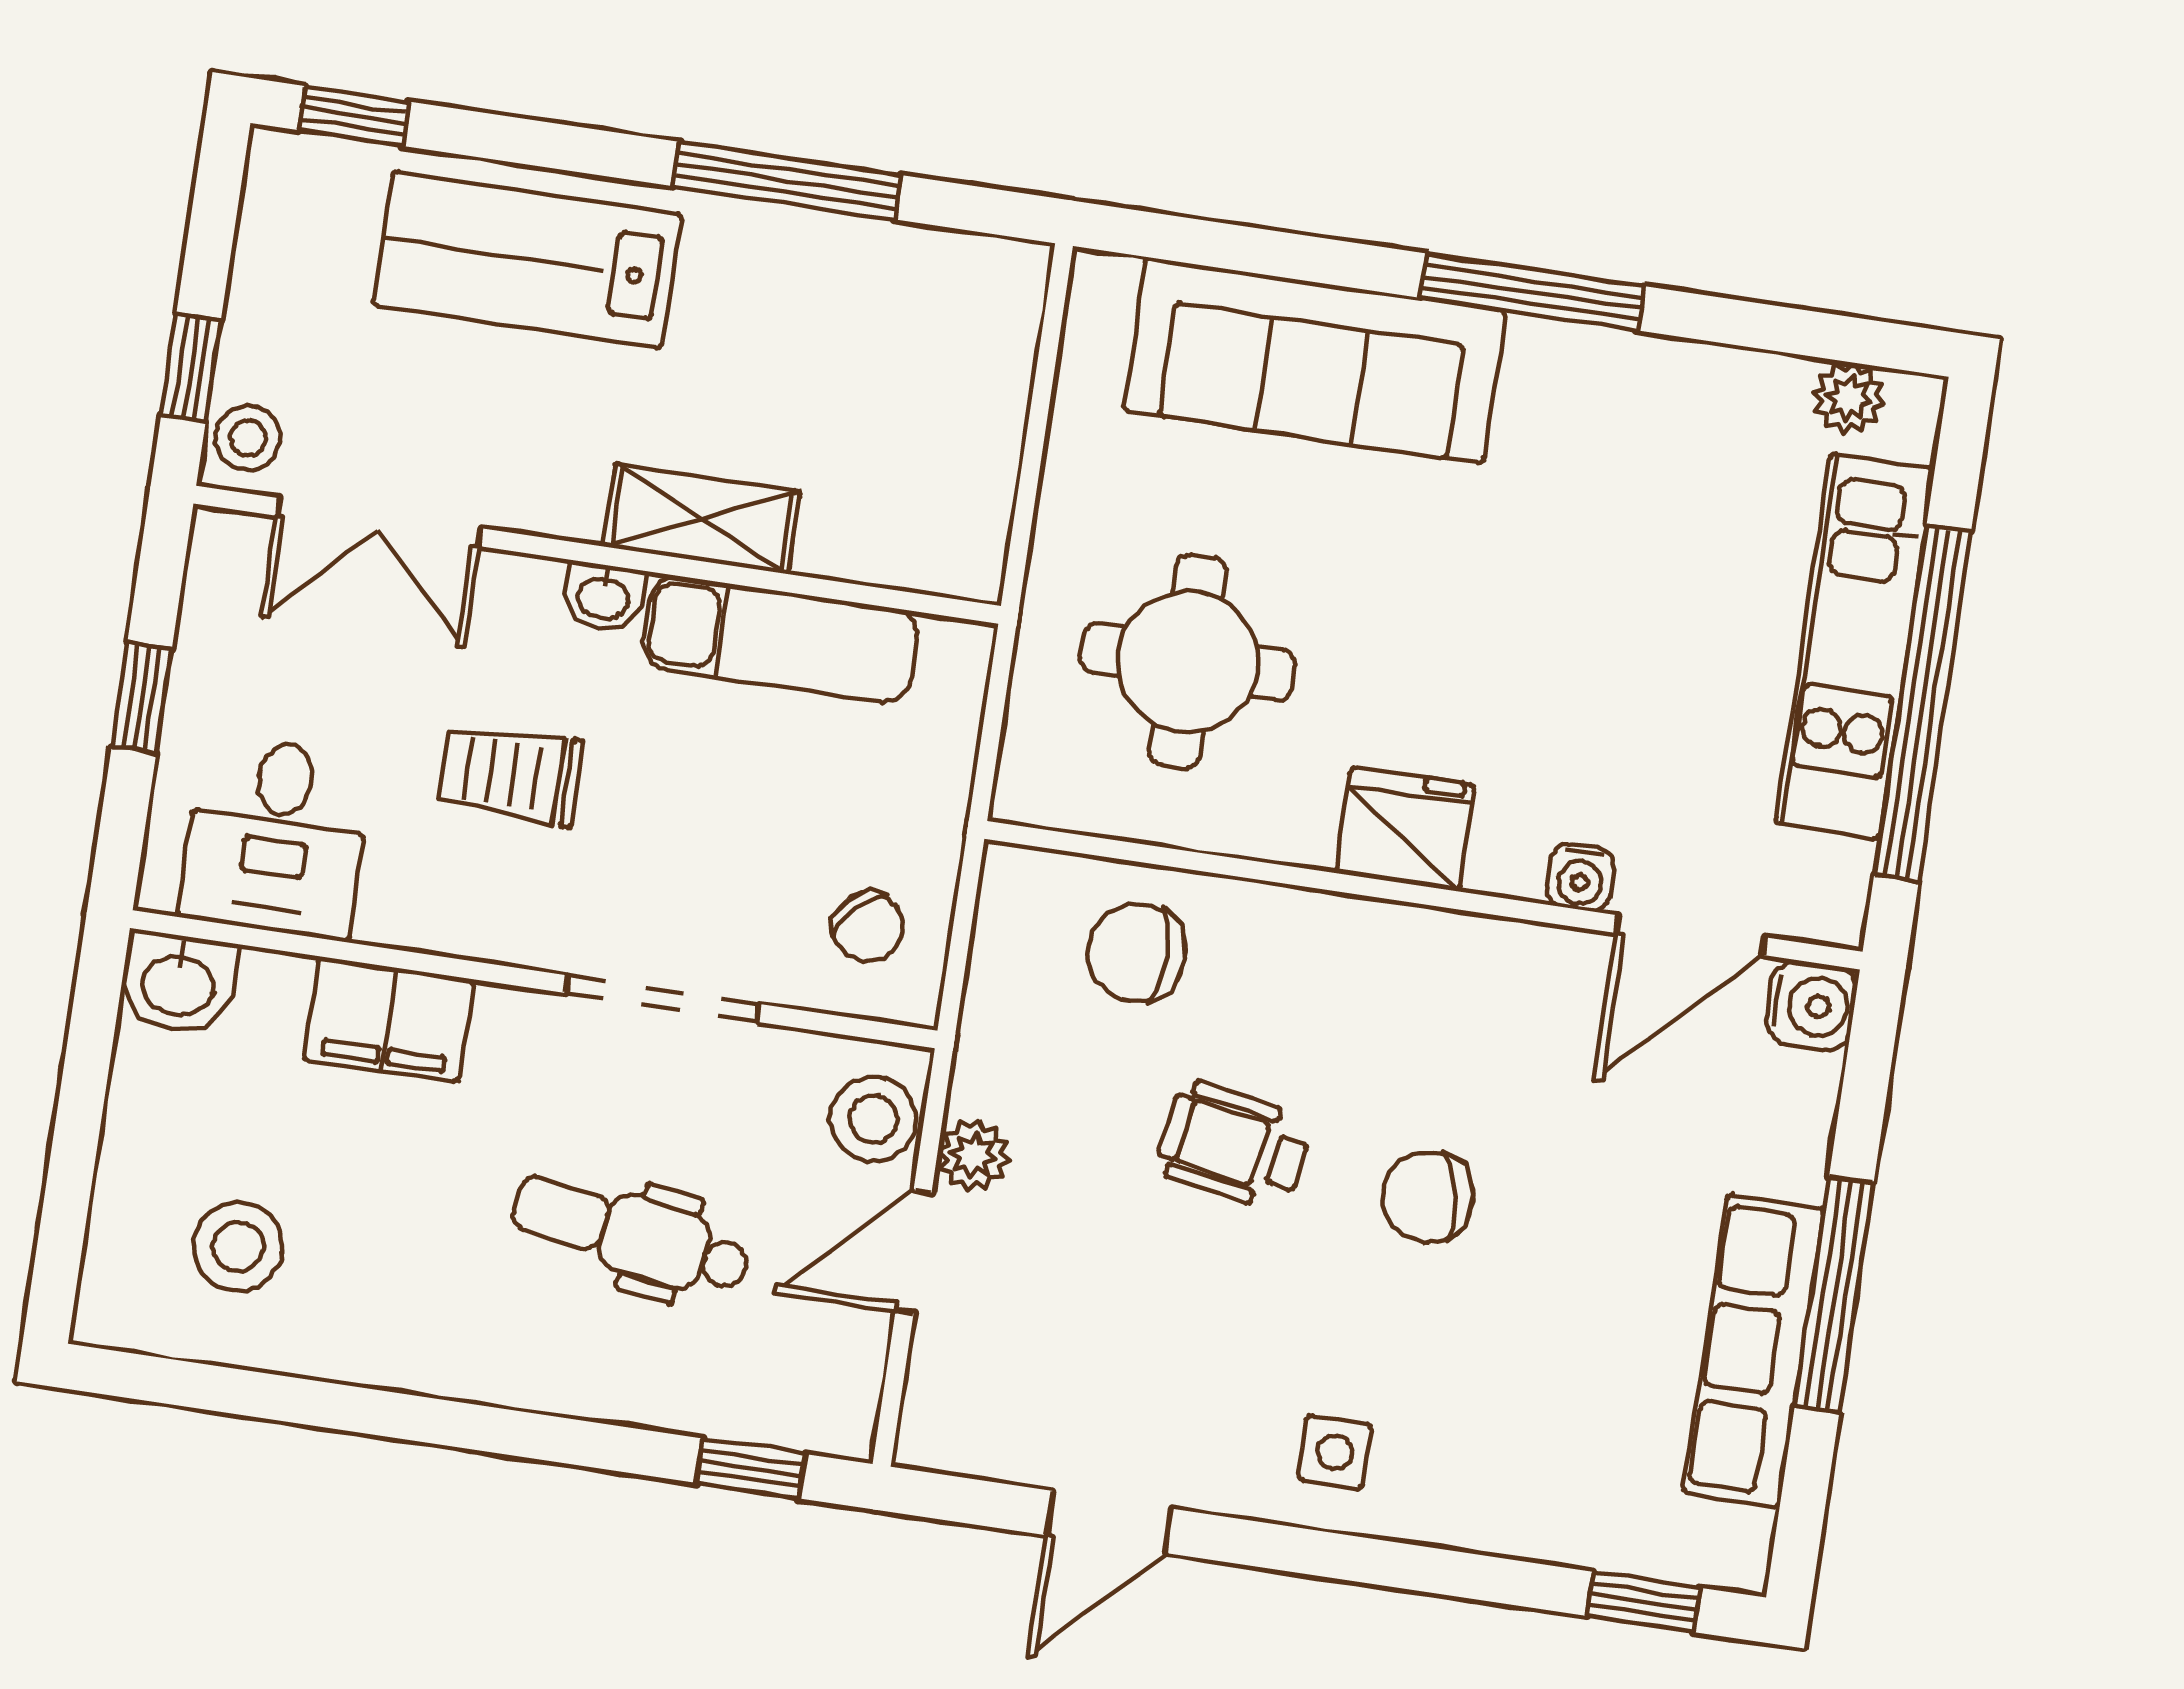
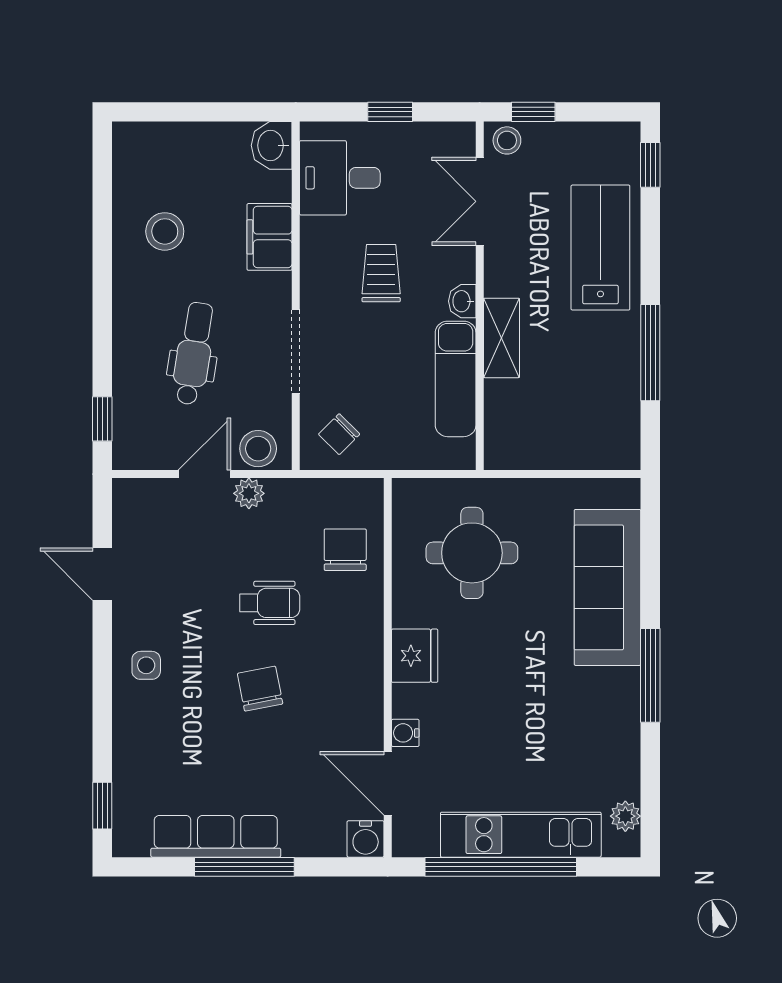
wheelchair: (1233, 1146) -> (270, 603), turned 80
stool: (238, 1247) -> (165, 231), moved
door: (914, 1252) -> (204, 474), hinge flipped

